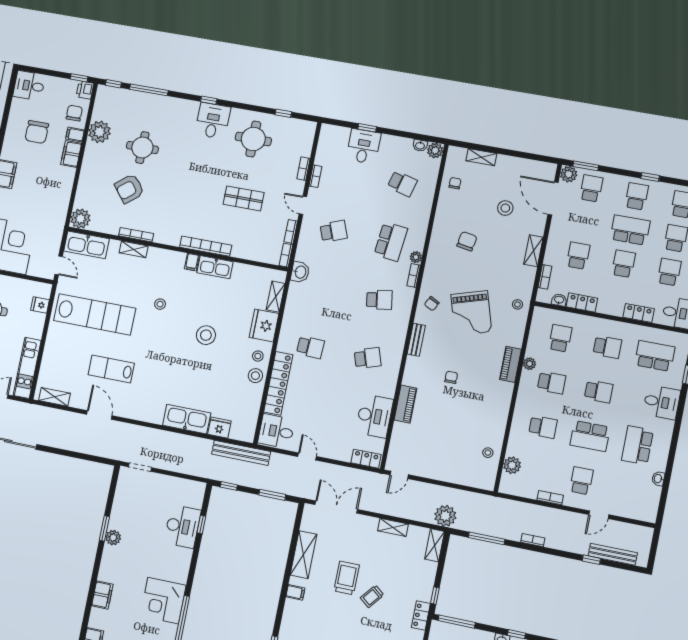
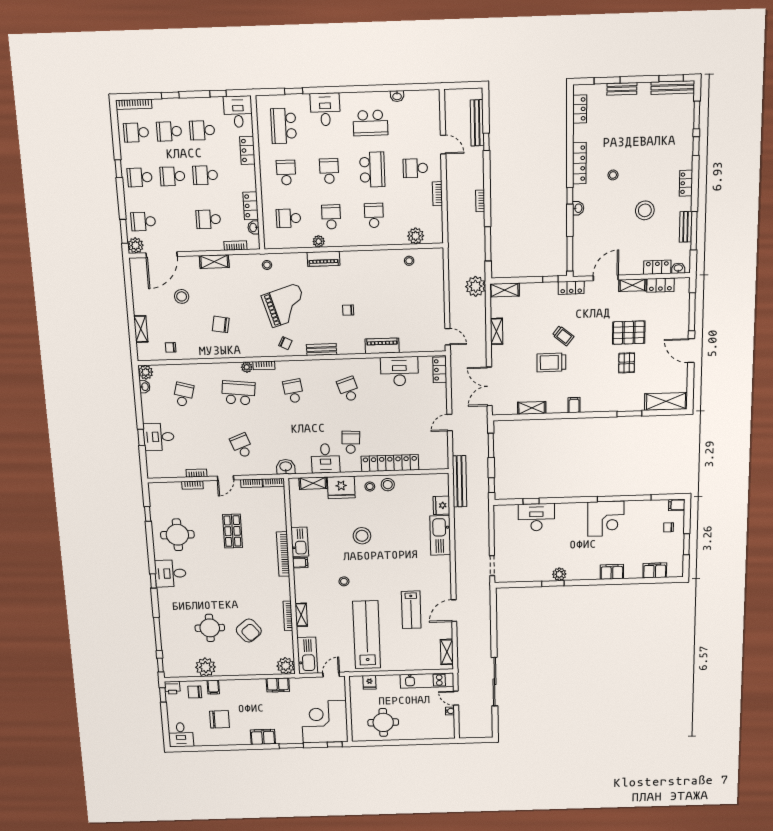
filing cabinet: (71, 154) -> (278, 685), moved
school desk: (630, 230) -> (172, 176), width x0.54
desk: (276, 431) -> (325, 458), moved
shelving: (303, 555) -> (532, 408), width x0.67, depth x0.75

